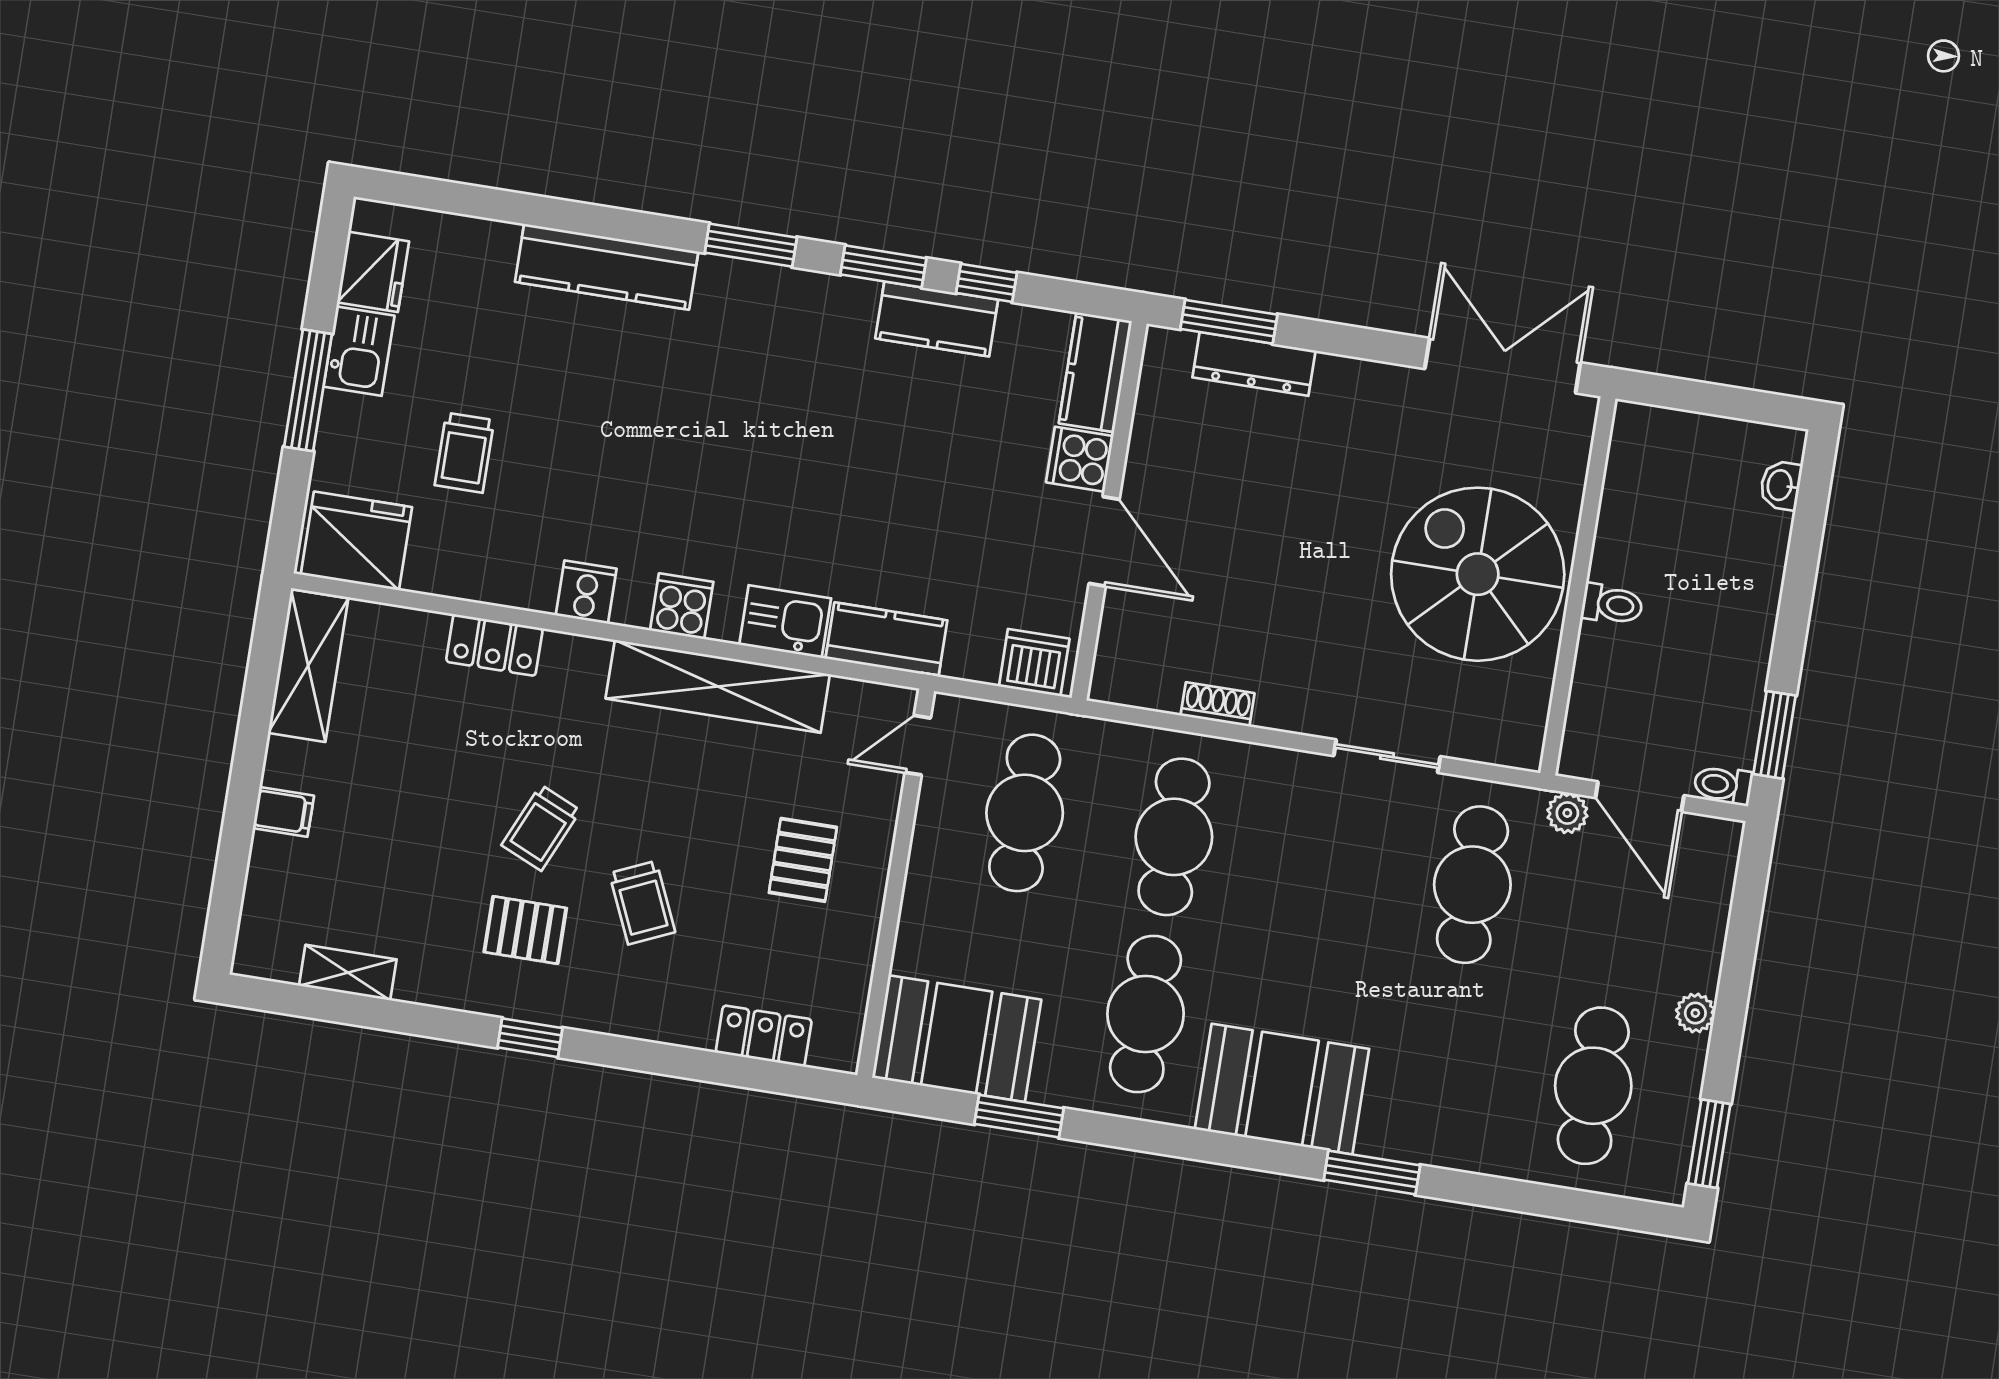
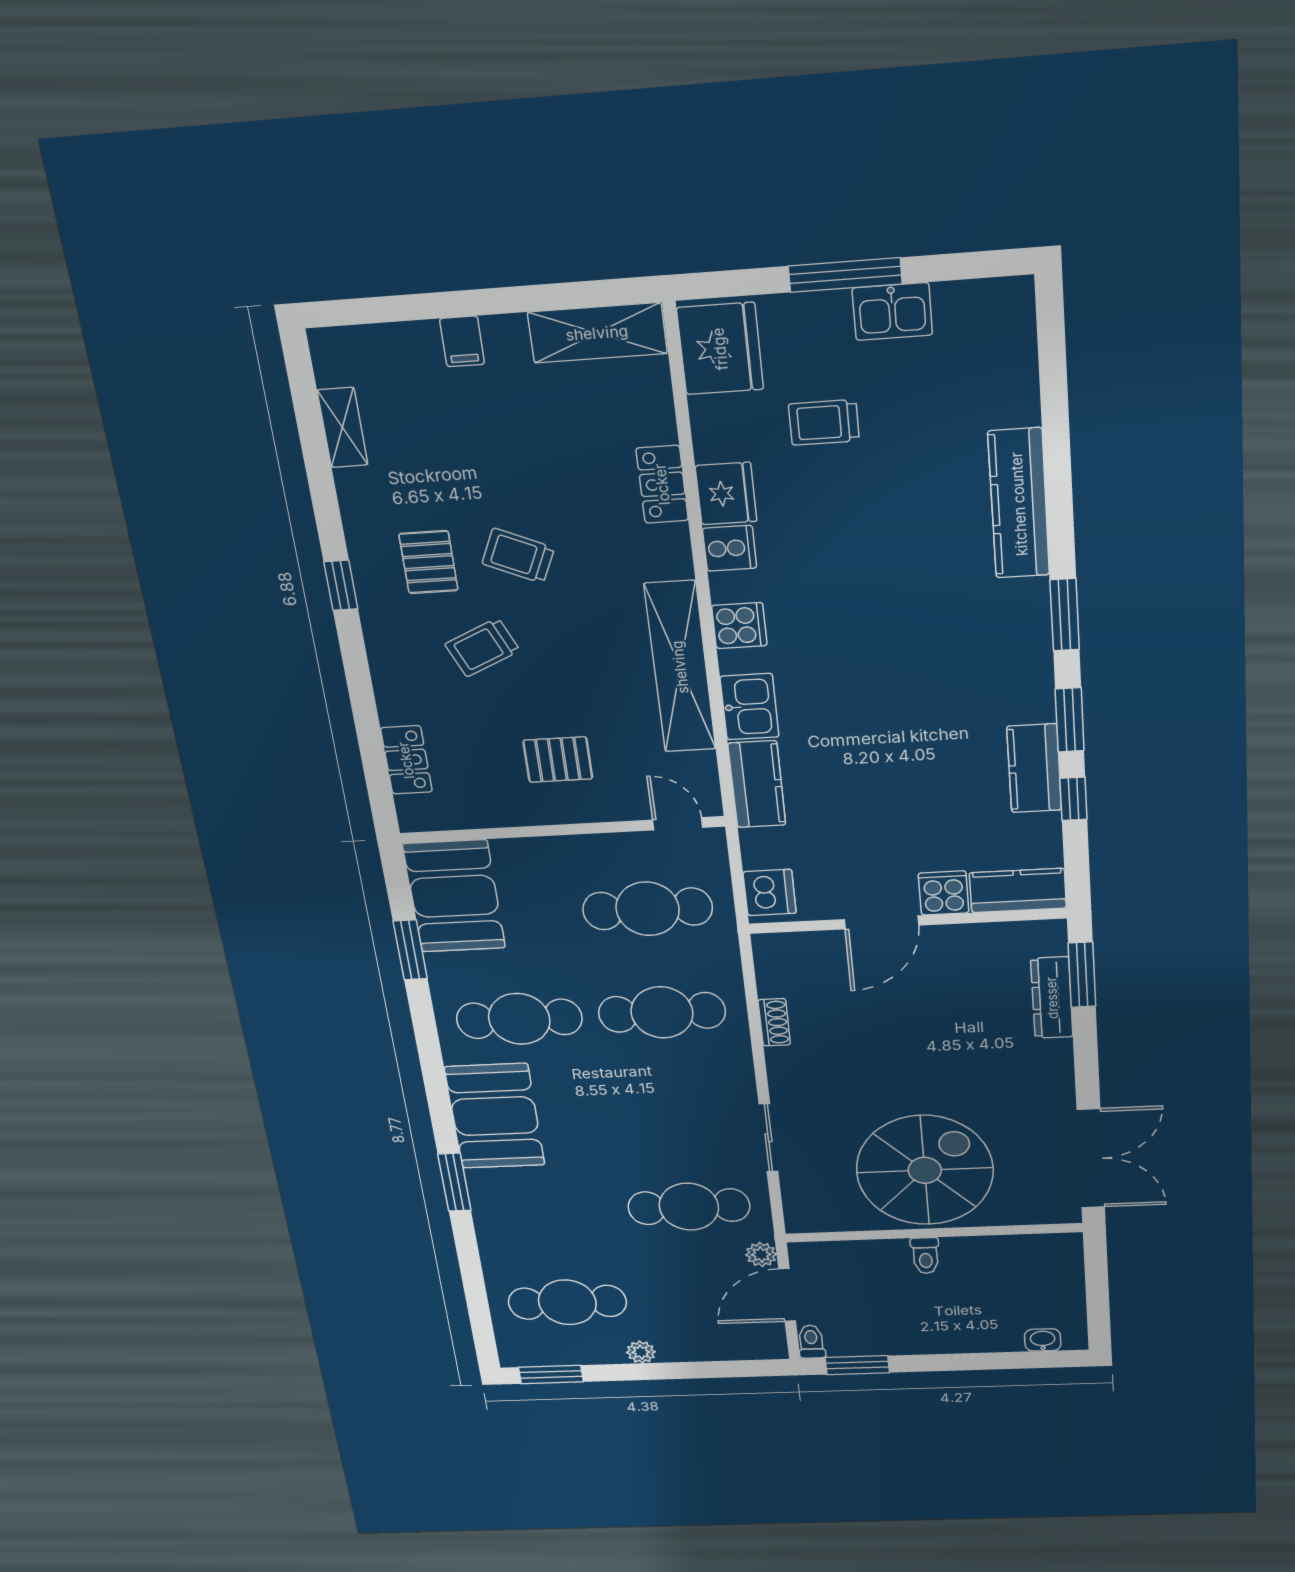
fridge: (373, 272) -> (726, 494), moved, turned -90

